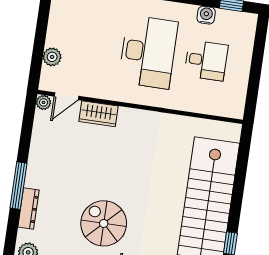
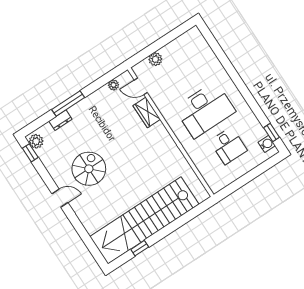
water cooler: (206, 15) -> (267, 144), moved
plant: (44, 102) -> (114, 85), moved
dresser: (29, 209) -> (60, 120), width x0.70

